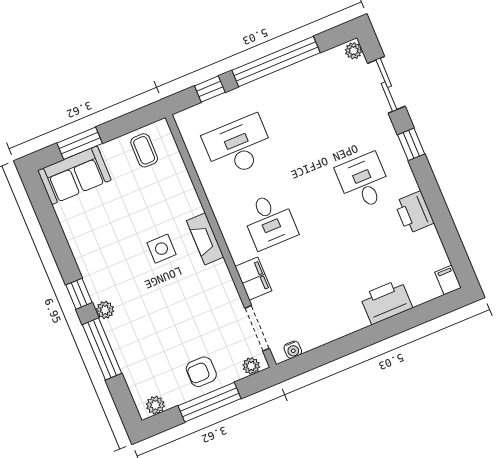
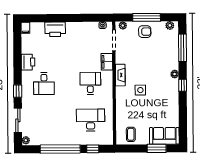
desk: (238, 146) -> (91, 120), turned 180
fireplace: (205, 239) -> (120, 75), moved
window: (102, 349) -> (182, 48), moved

